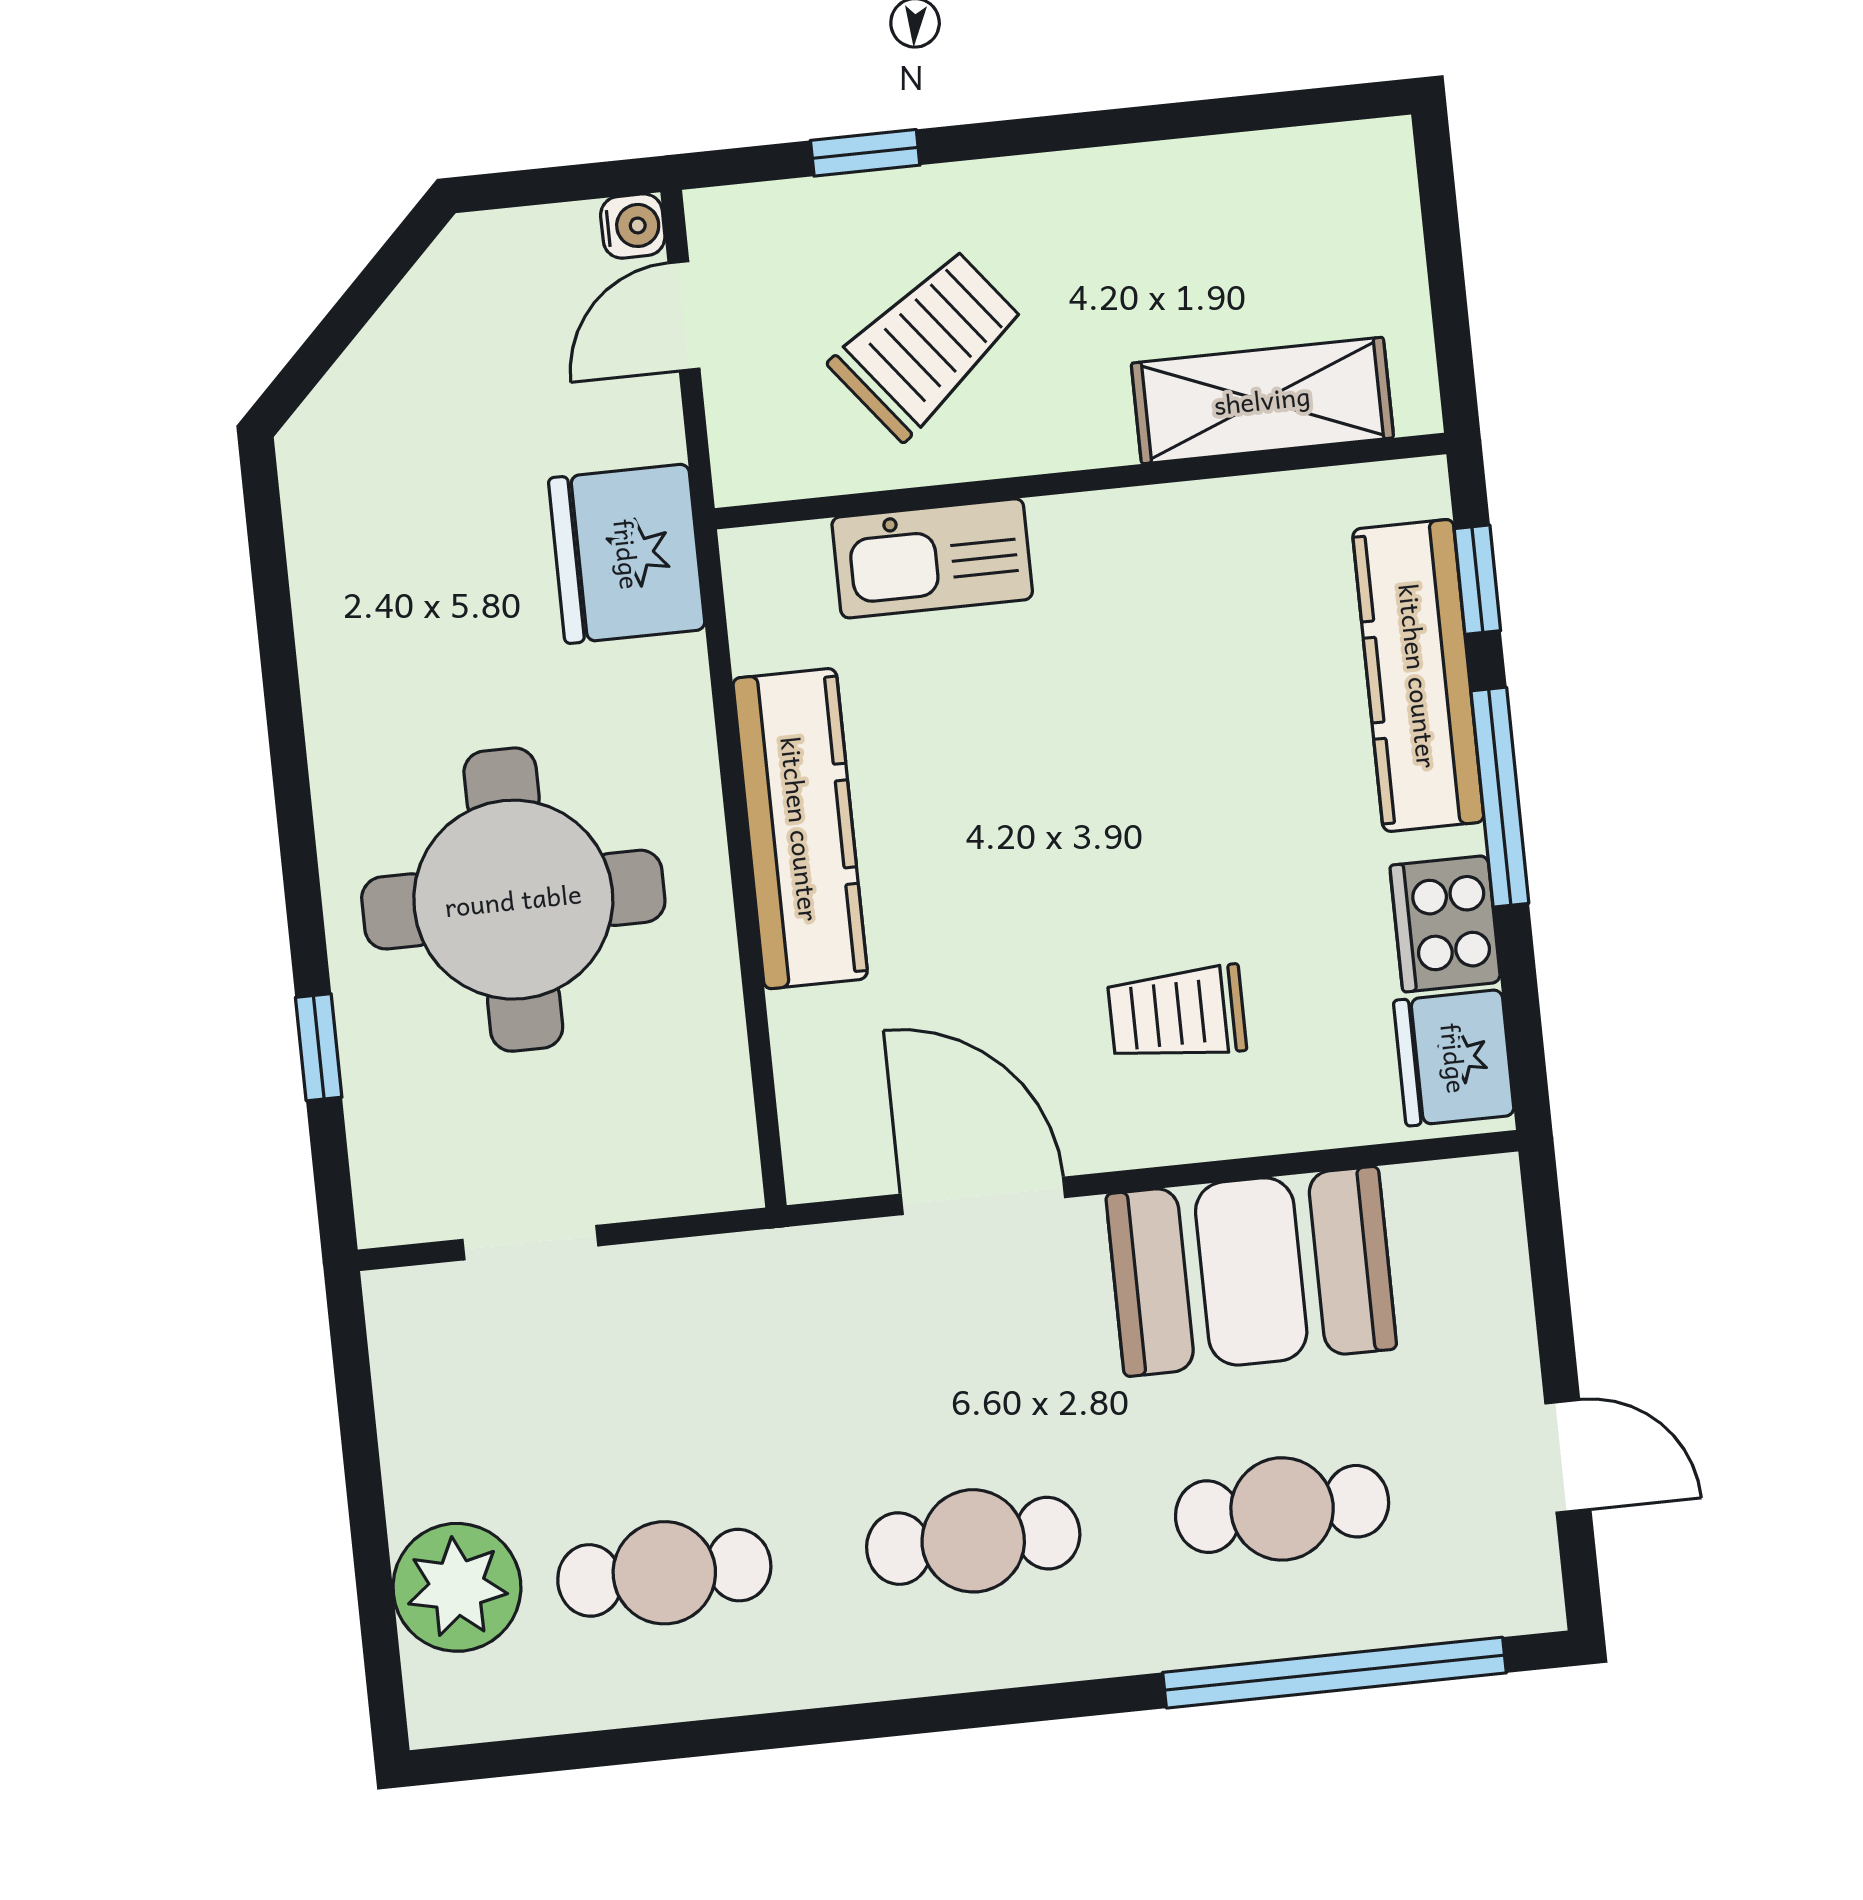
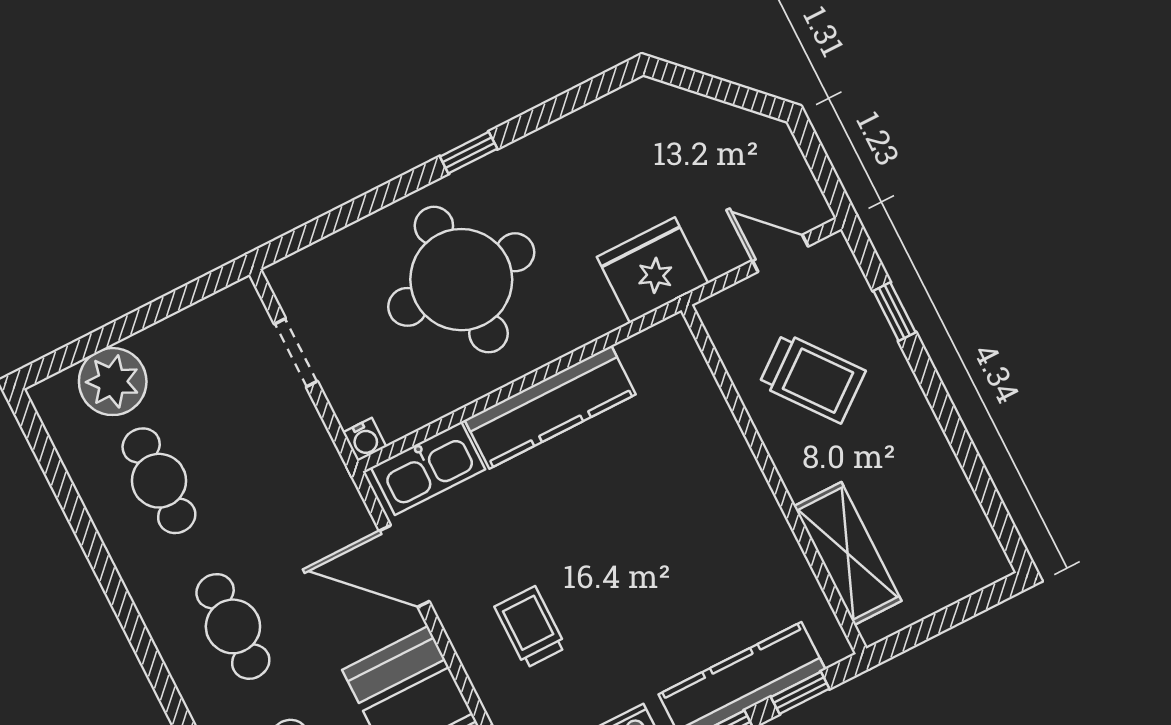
water cooler: (633, 226) -> (365, 440), moved
kitchen sink: (932, 558) -> (428, 468), moved, turned -90
window: (319, 1047) -> (469, 153), moved
door: (983, 1196) -> (404, 566), swing flipped

